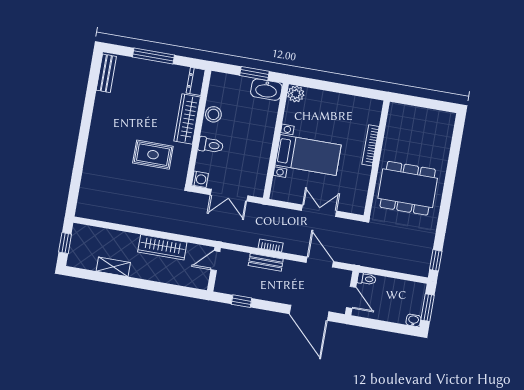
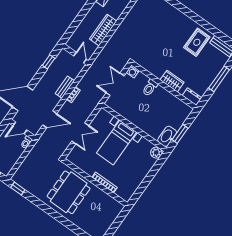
stool: (213, 114) -> (167, 98), removed
wardrobe: (187, 119) -> (172, 81), width x0.67
rug: (153, 155) -> (197, 42), moved

